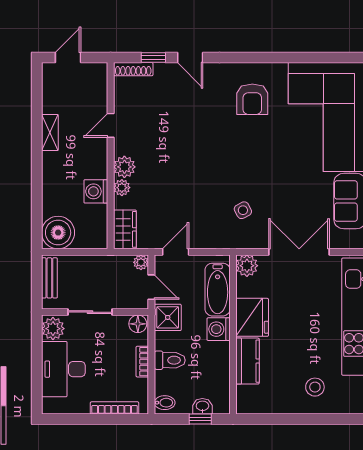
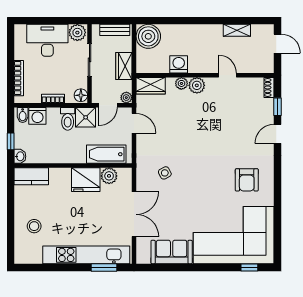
shoe rack: (133, 69) -> (269, 87), width x0.70
armchair: (252, 99) -> (247, 180), turned -90
shelving: (50, 132) -> (237, 30), moved
wardrobe: (98, 266) -> (124, 66), added
plant: (247, 266) -> (109, 176), moved
washing machine: (219, 329) -> (37, 116), moved, turned 180
toilet: (170, 360) -> (68, 119), moved
kitchen counter: (247, 361) -> (31, 176), moved
washbasin: (202, 406) -> (20, 156), moved

